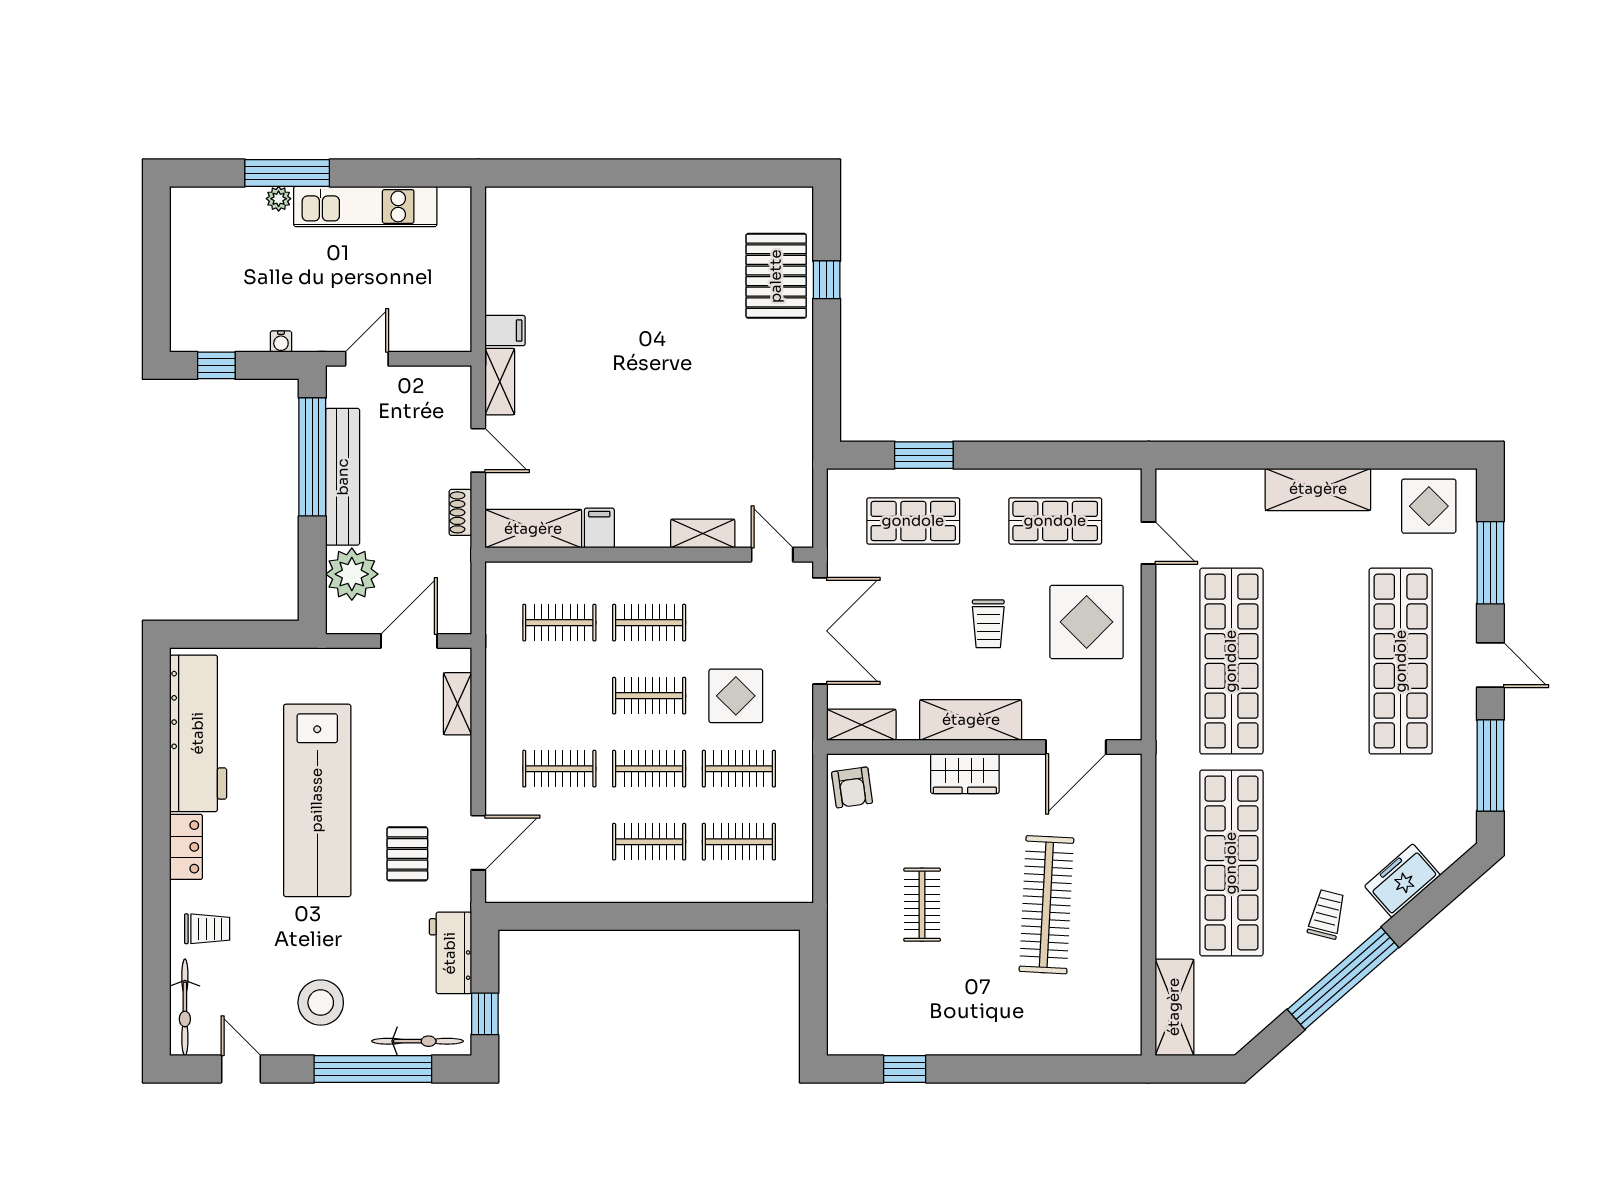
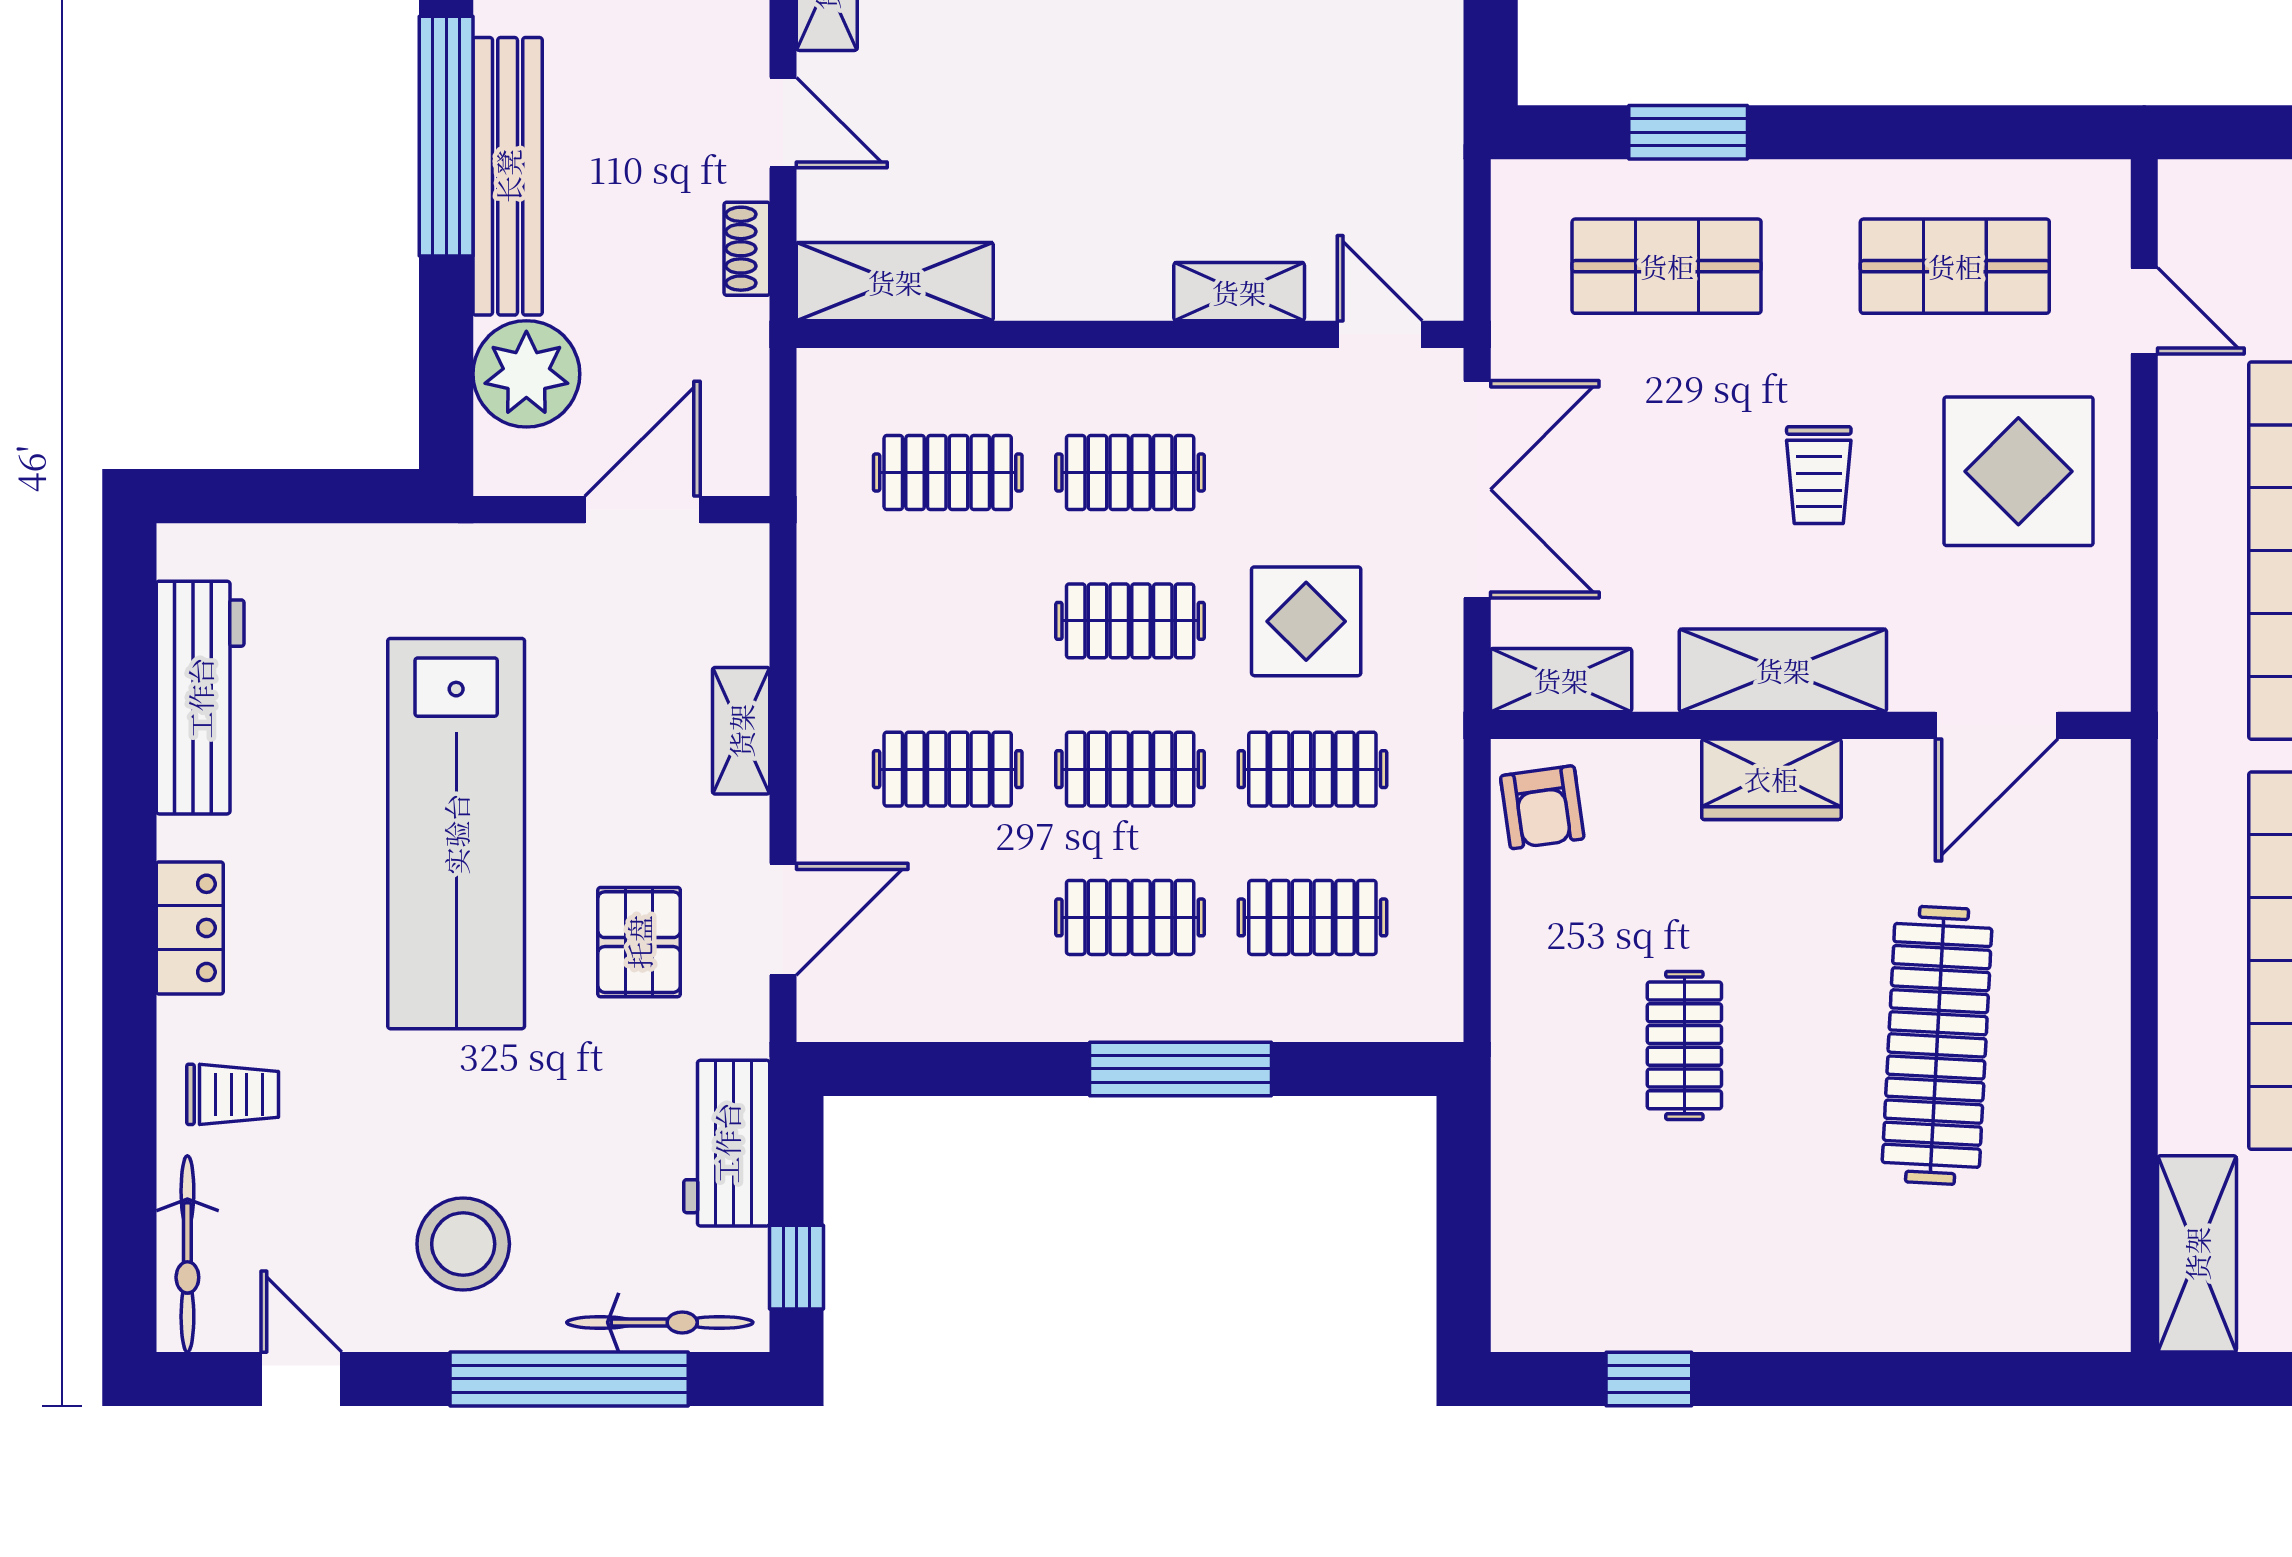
filing cabinet: (599, 528) -> (1029, 280), removed
shelving: (458, 704) -> (741, 731), moved
workbench: (198, 733) -> (200, 698), width x0.73, depth x0.76
window: (674, 916) -> (1181, 1069), added

